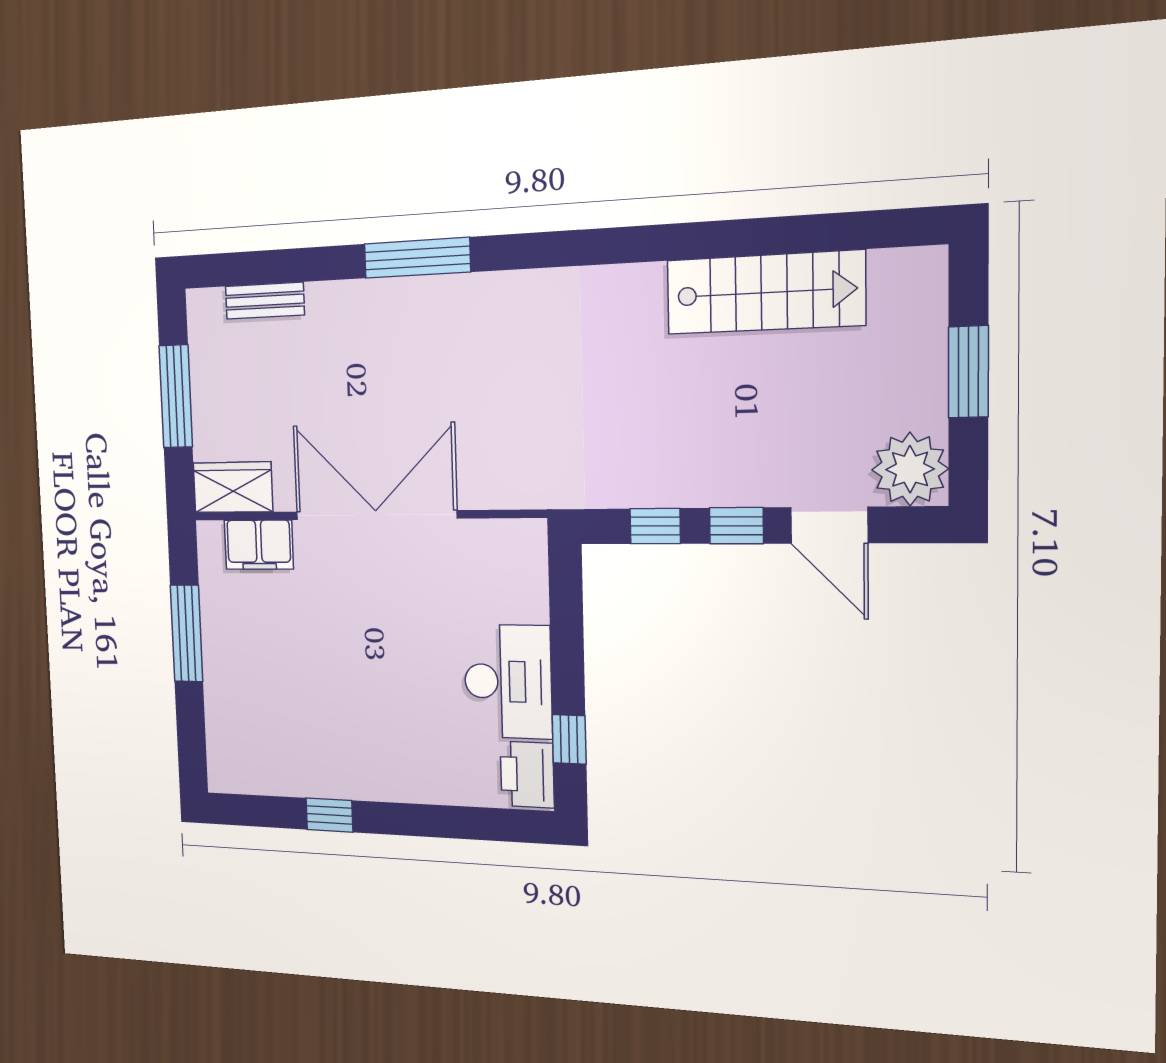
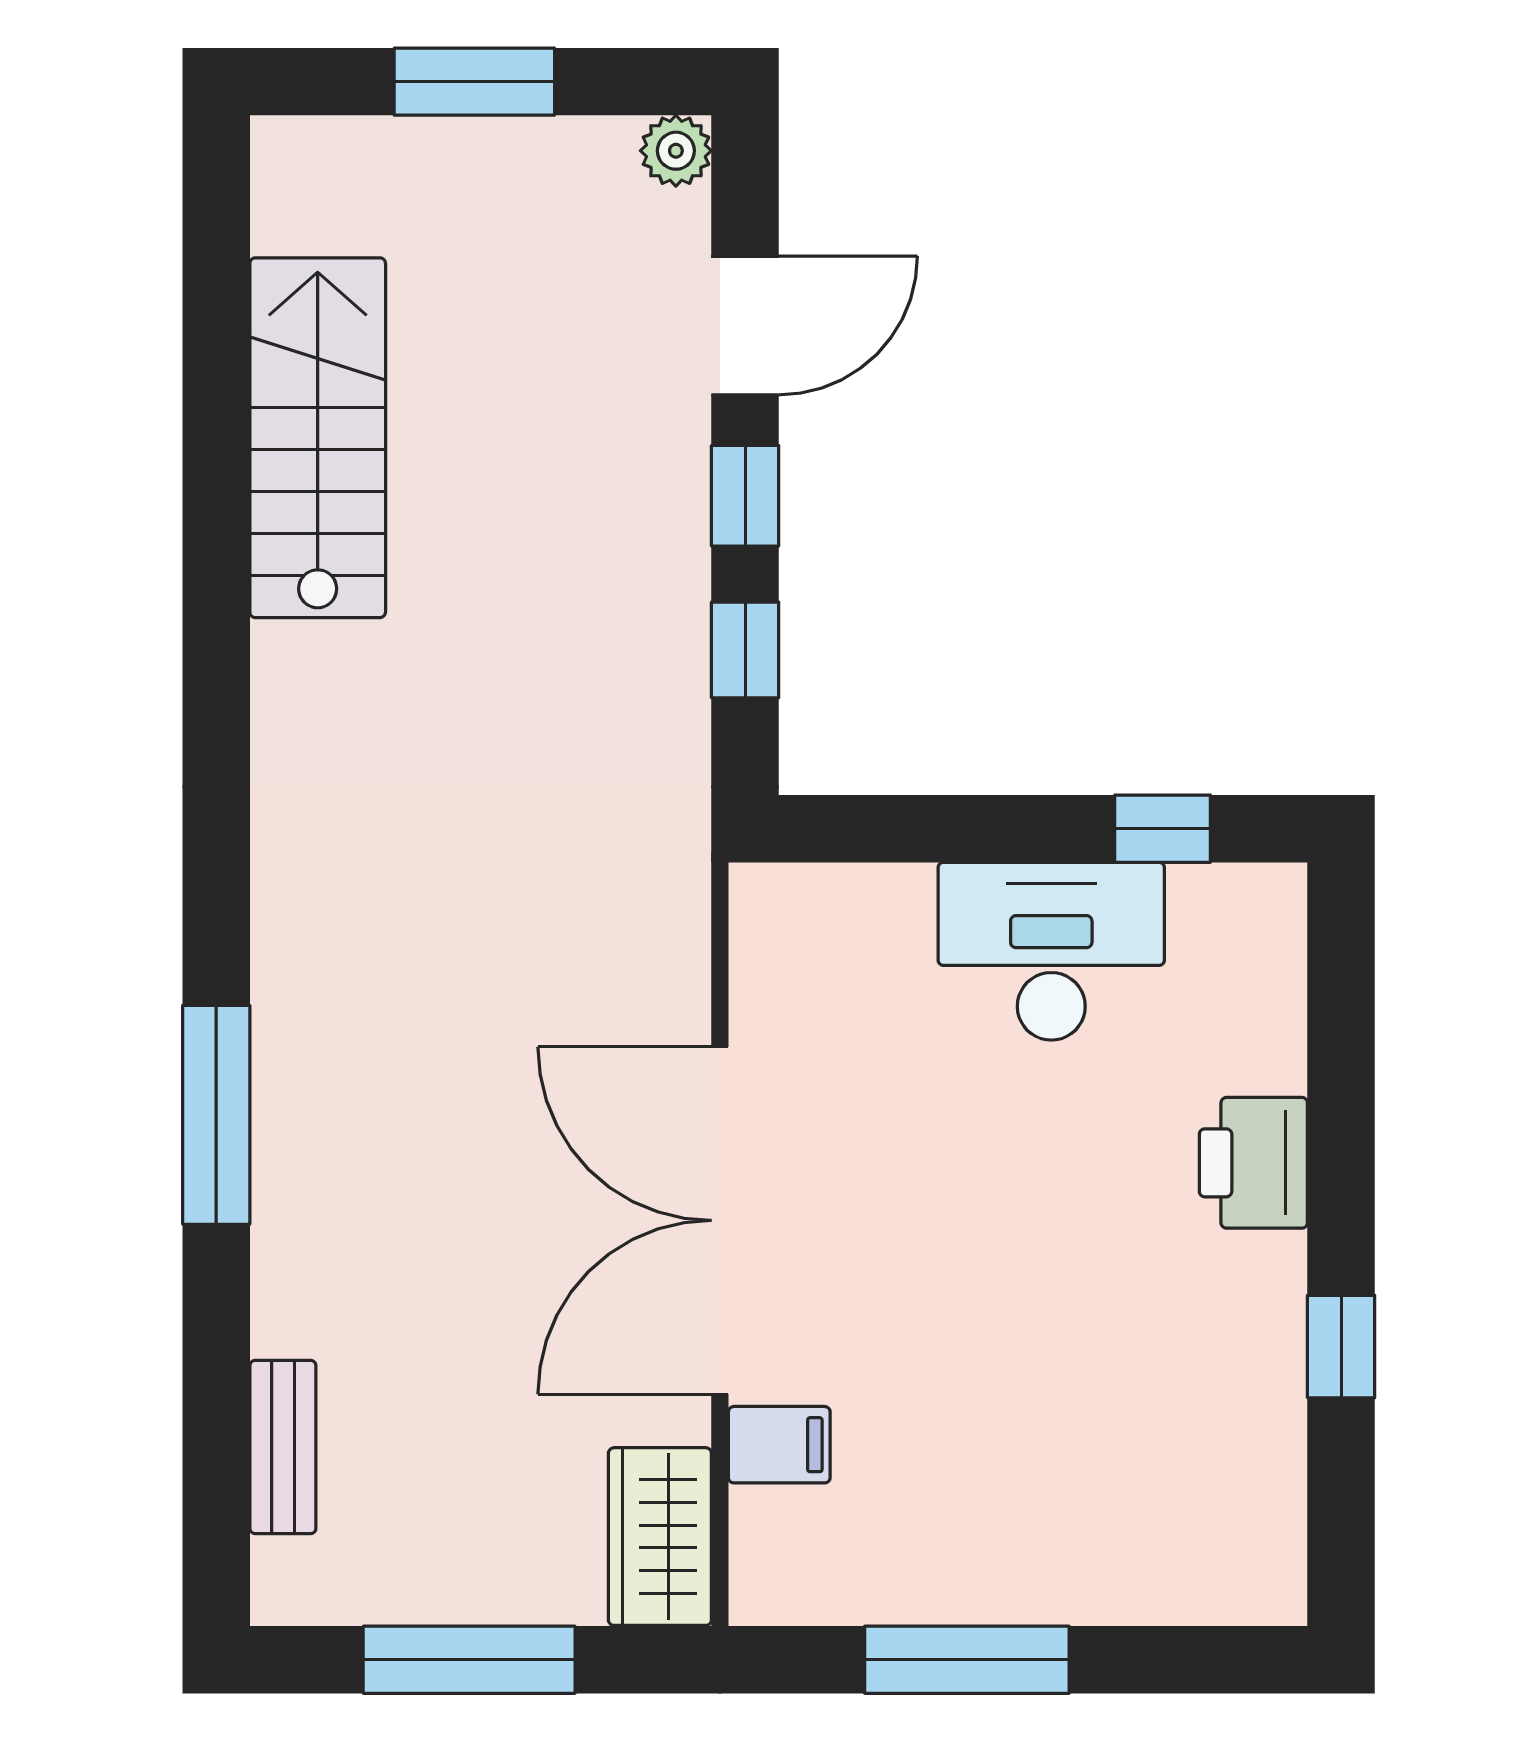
plant: (910, 469) -> (676, 151), width x0.53, depth x0.53
filing cabinet: (259, 545) -> (779, 1445), width x0.50
printer: (527, 775) -> (1253, 1163), moved, turned 90

